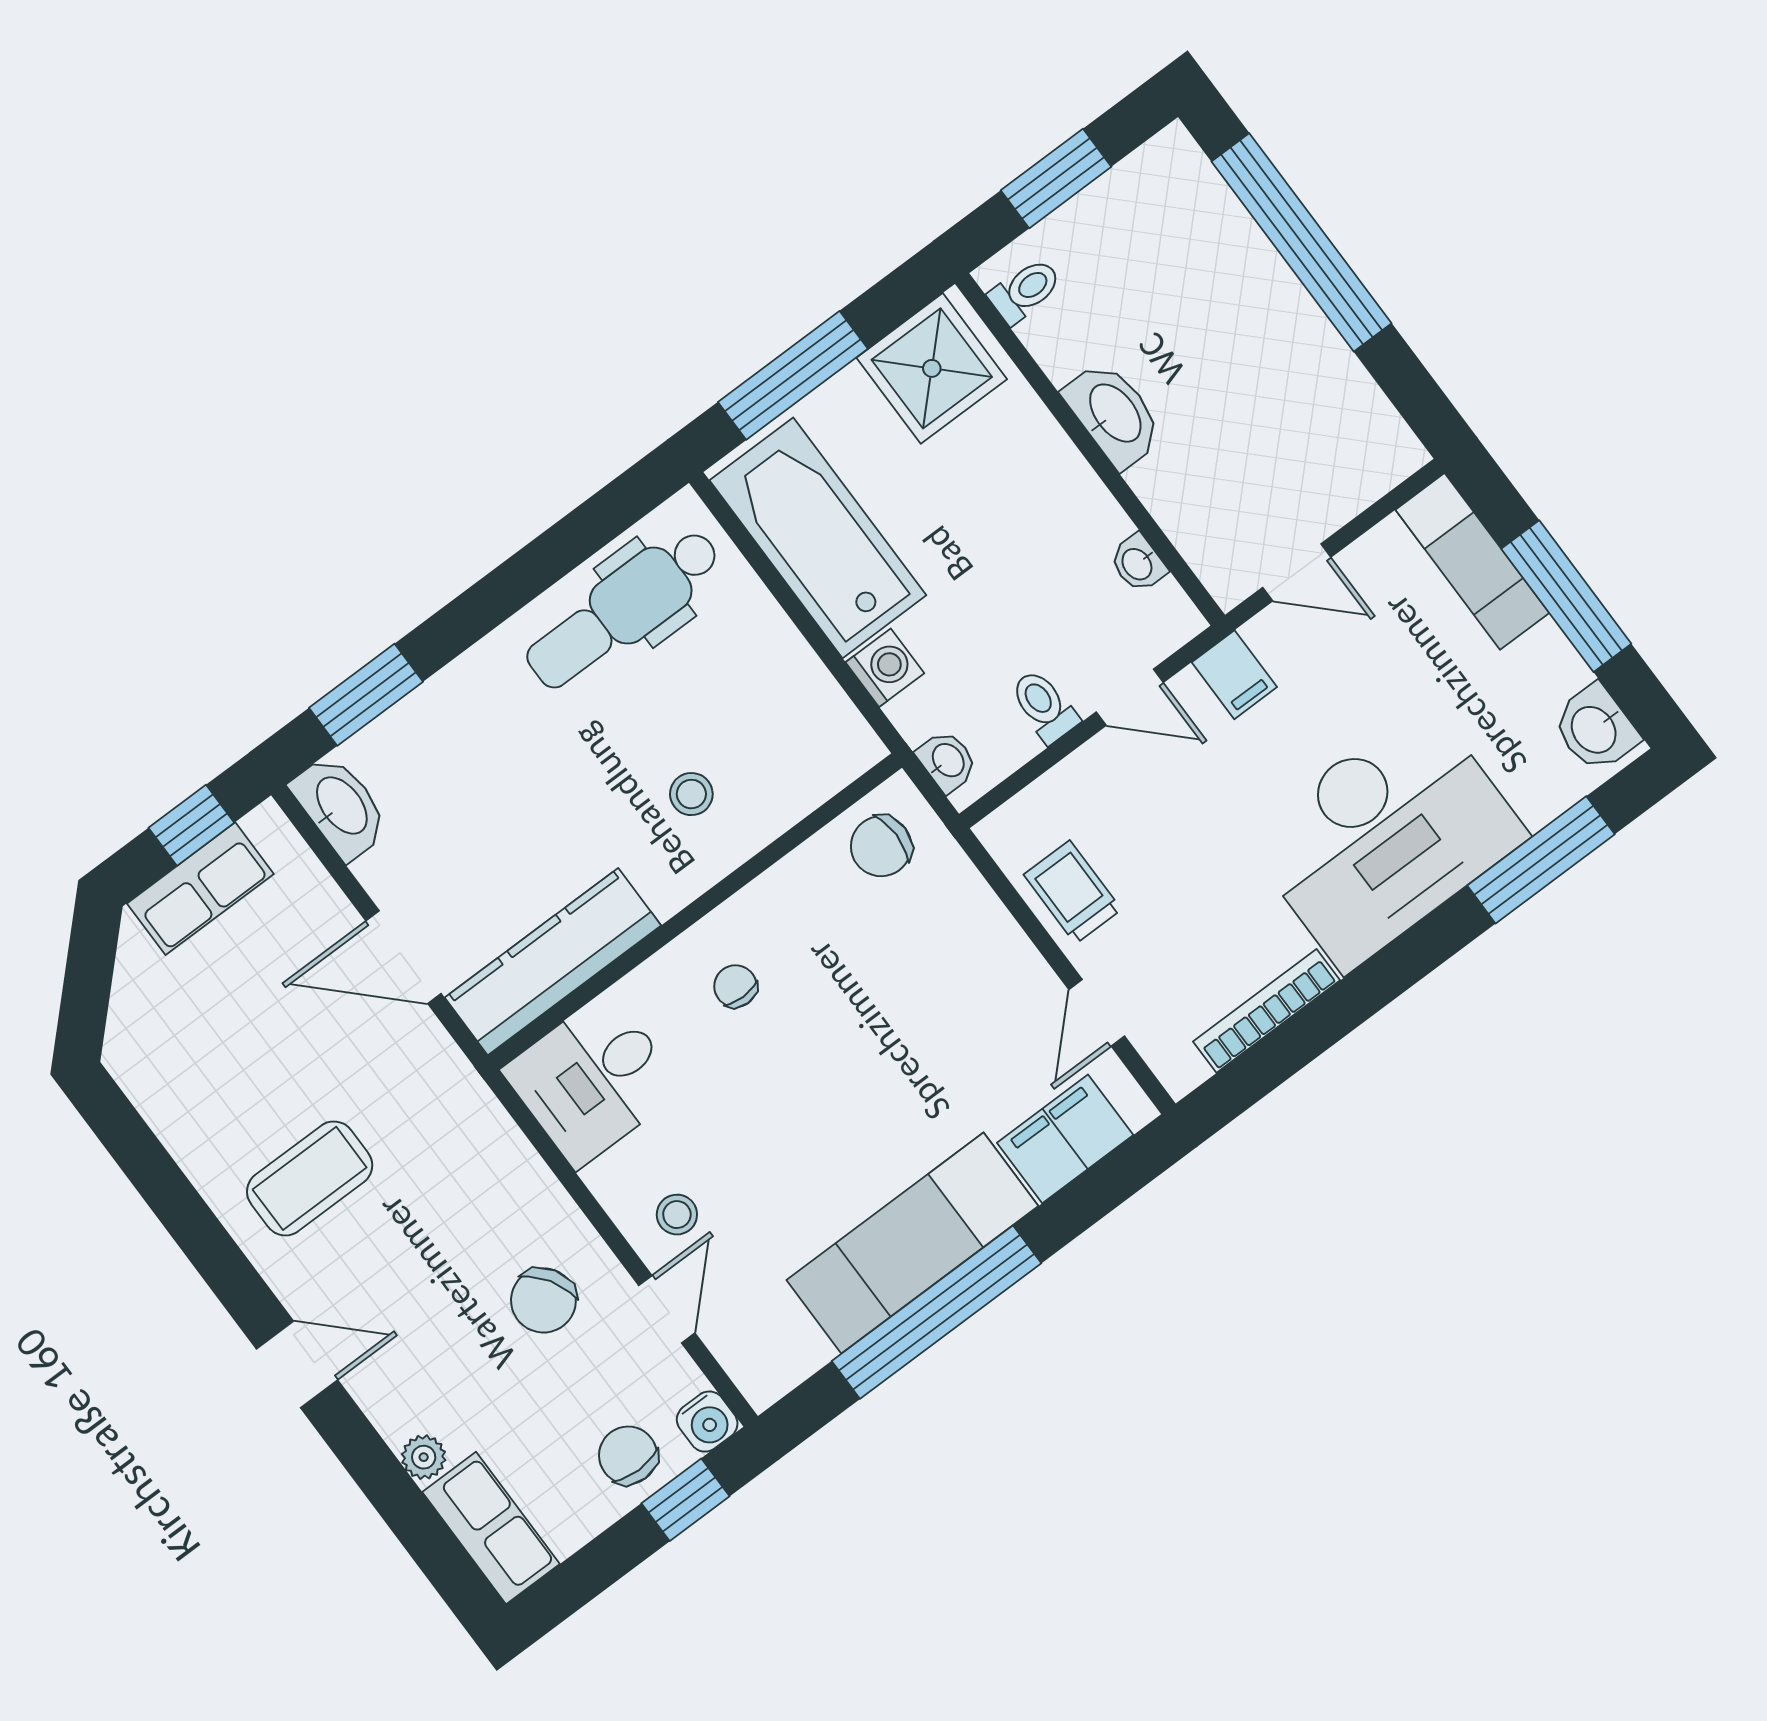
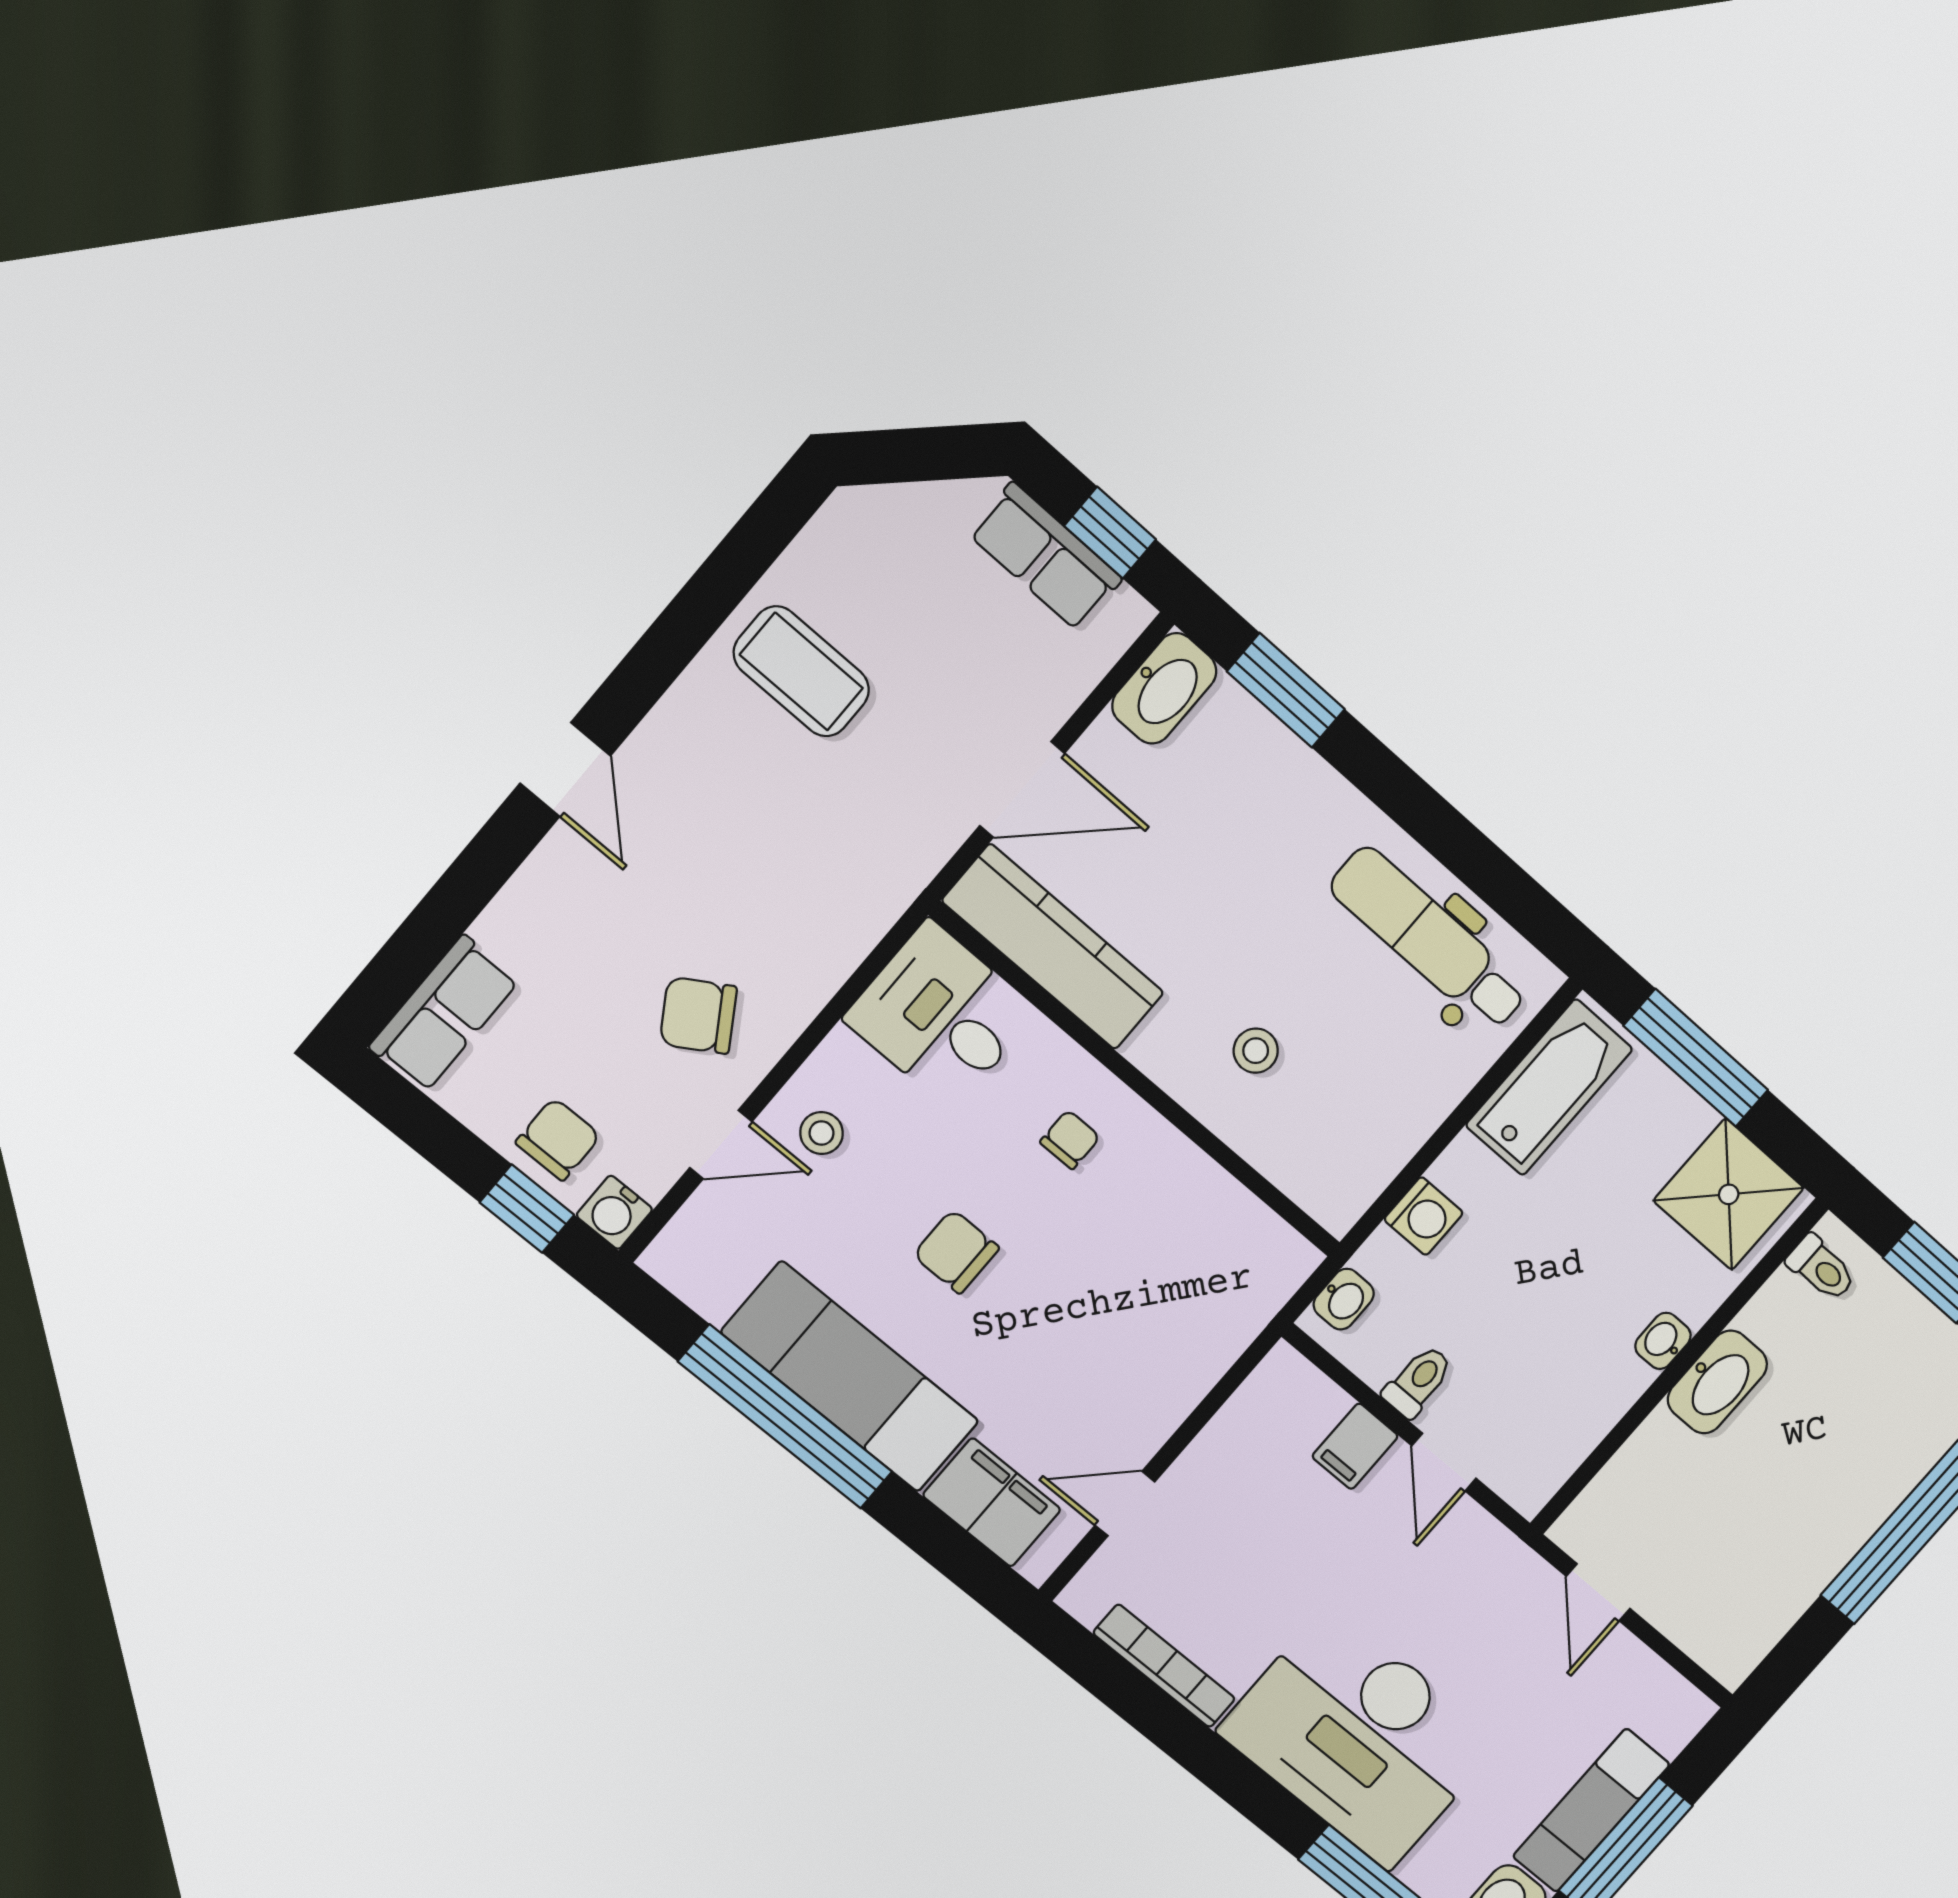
bathtub: (818, 538) -> (1549, 1087), width x0.73, depth x0.73
exam couch: (1472, 561) -> (1591, 1810), moved
washbasin: (1138, 563) -> (1663, 1341), moved
filing cabinet: (1234, 675) -> (1355, 1446), moved
chair: (881, 846) -> (956, 1252), moved
trolley: (1073, 892) -> (1240, 1452), removed
door: (403, 957) -> (1022, 789), swing flipped
coffee table: (310, 1178) -> (801, 671), moved
plant: (424, 1457) -> (501, 926), removed

